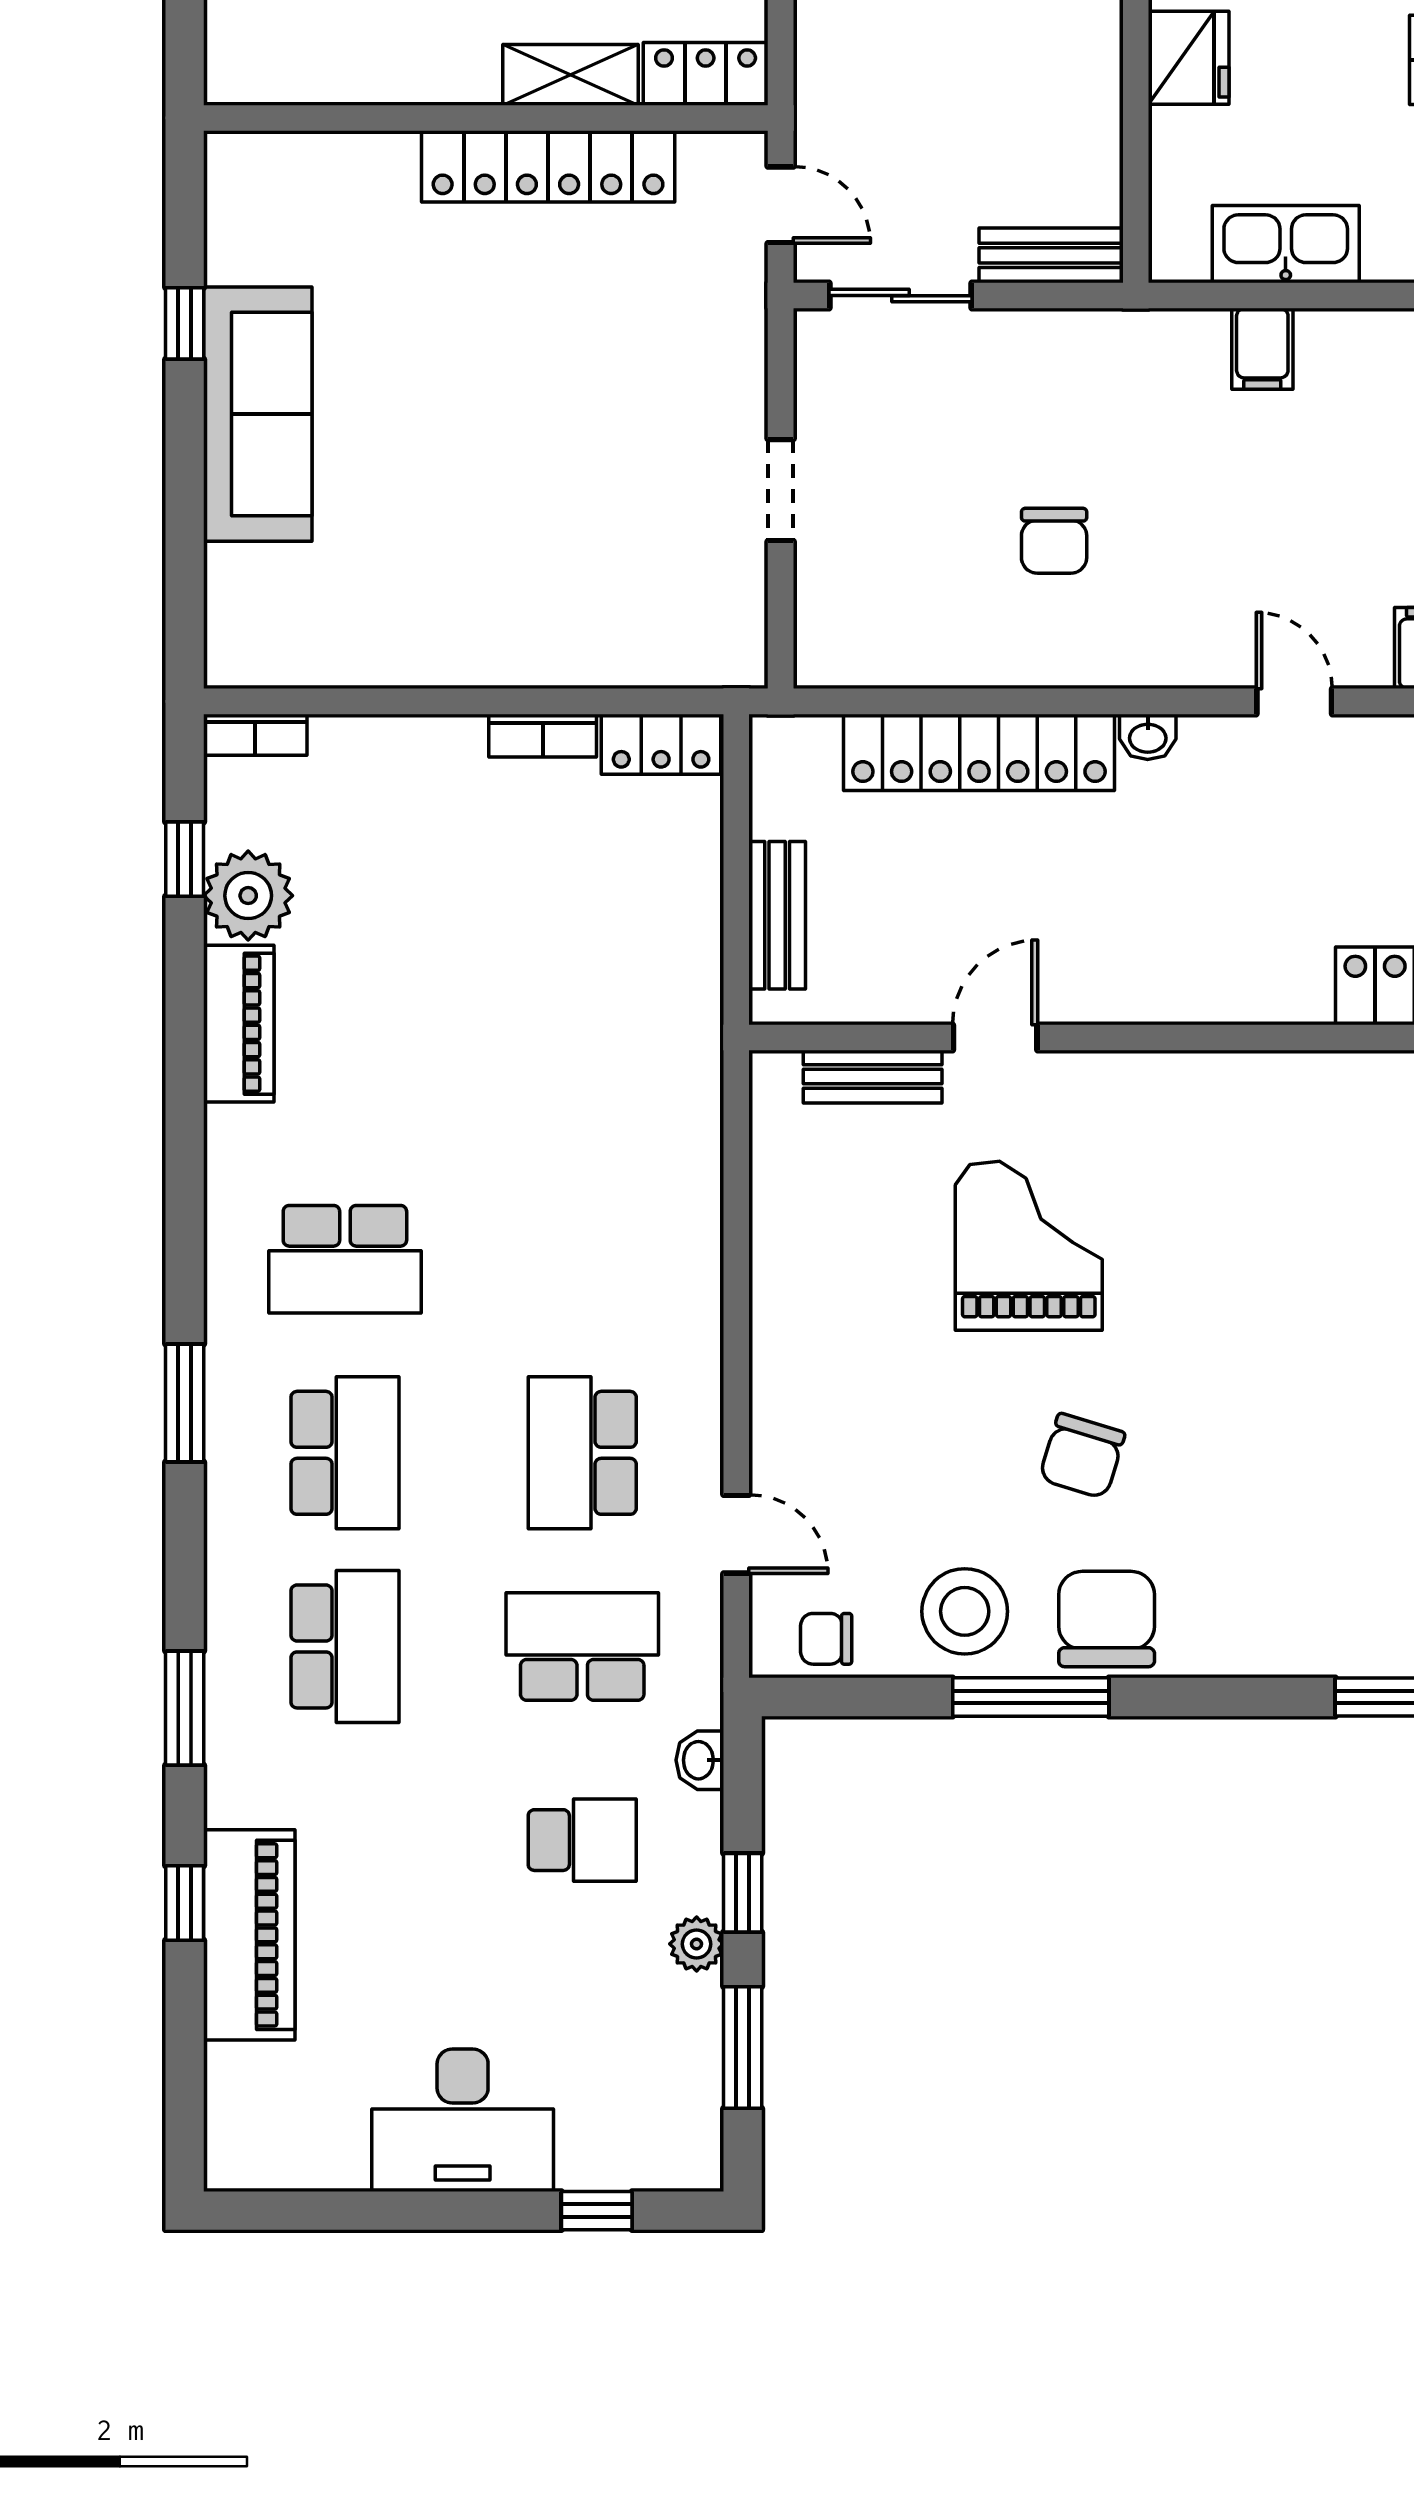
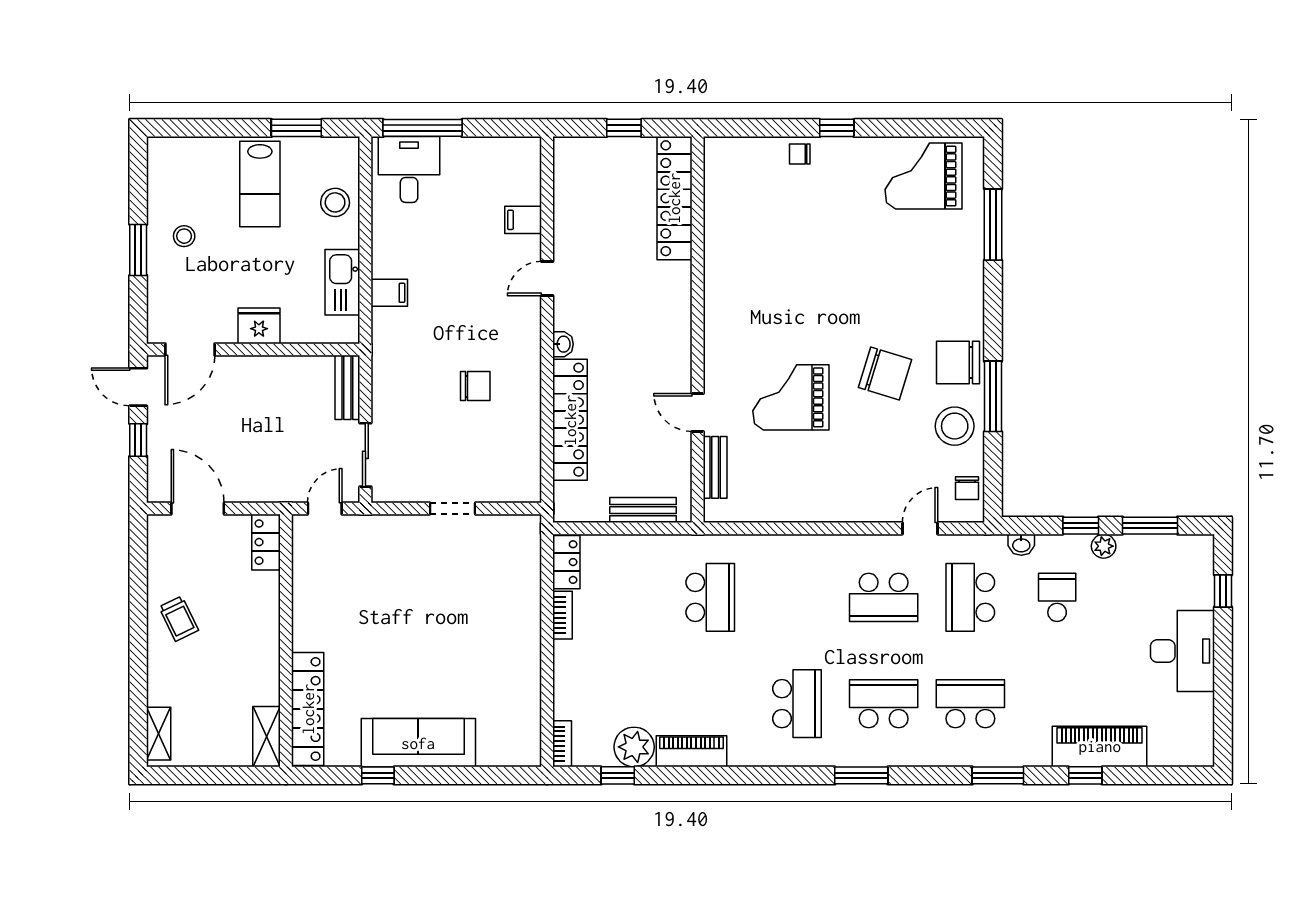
shelving: (571, 75) -> (267, 737), moved
locker: (548, 166) -> (308, 709), moved
school desk: (582, 1066) -> (710, 597), added
chair: (1082, 1456) -> (885, 374), width x1.37, depth x1.37

